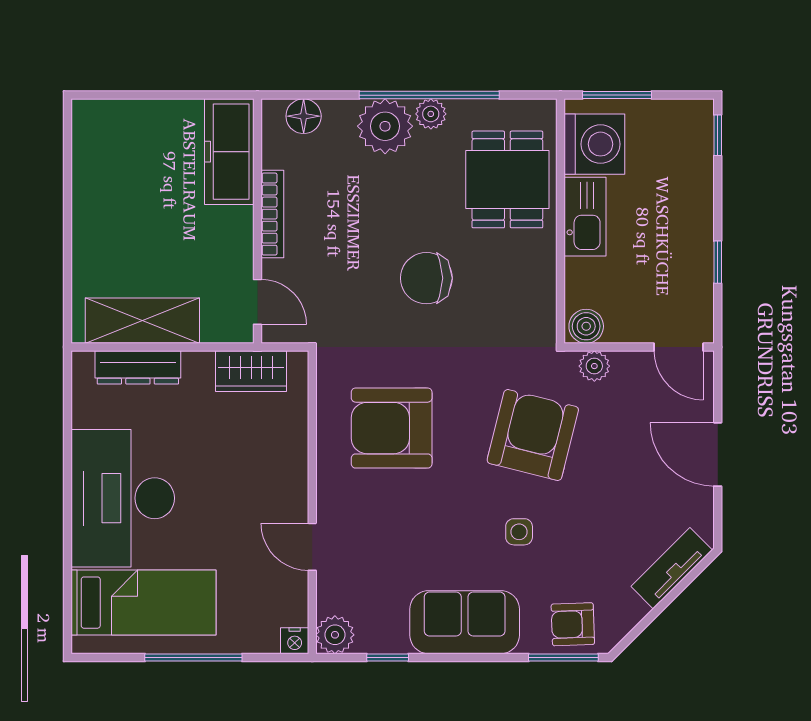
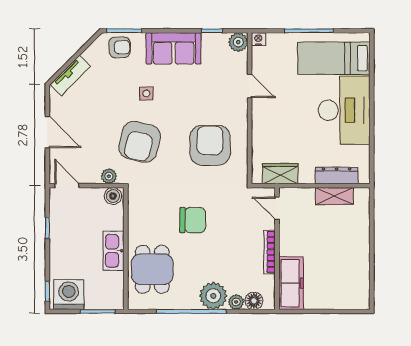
plant: (431, 114) -> (236, 302), moved
washing machine: (594, 144) -> (69, 294), moved, turned 90
shelving: (142, 321) -> (334, 196), width x0.67, depth x0.75
armchair: (392, 428) -> (210, 145), turned -90

